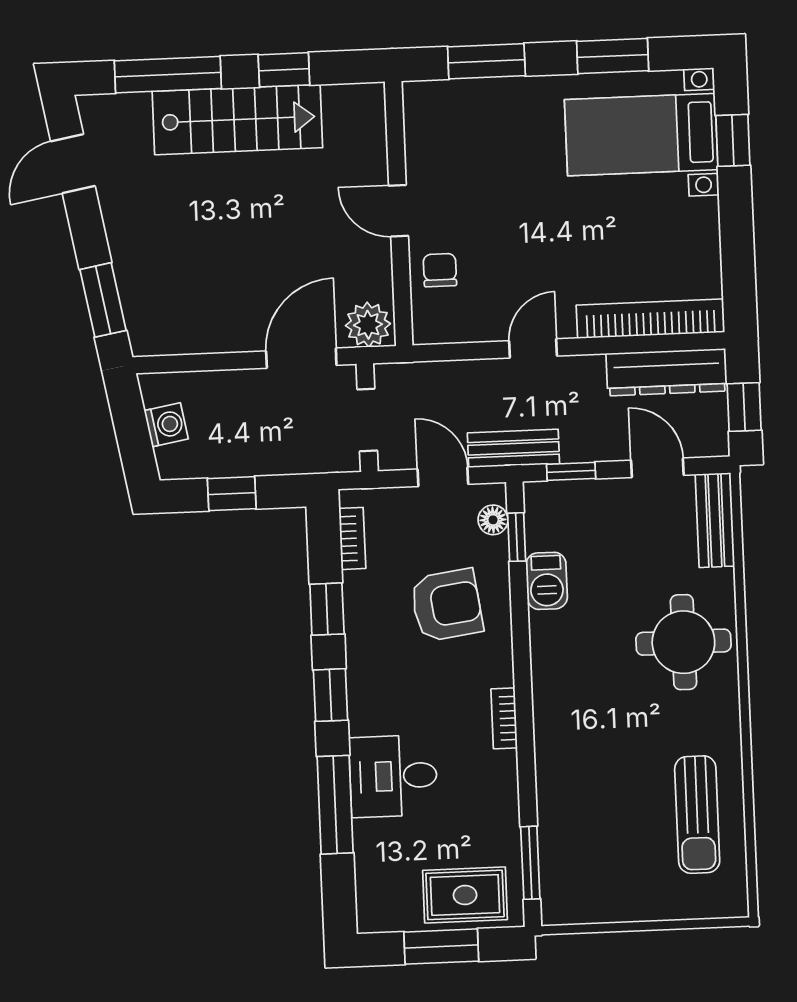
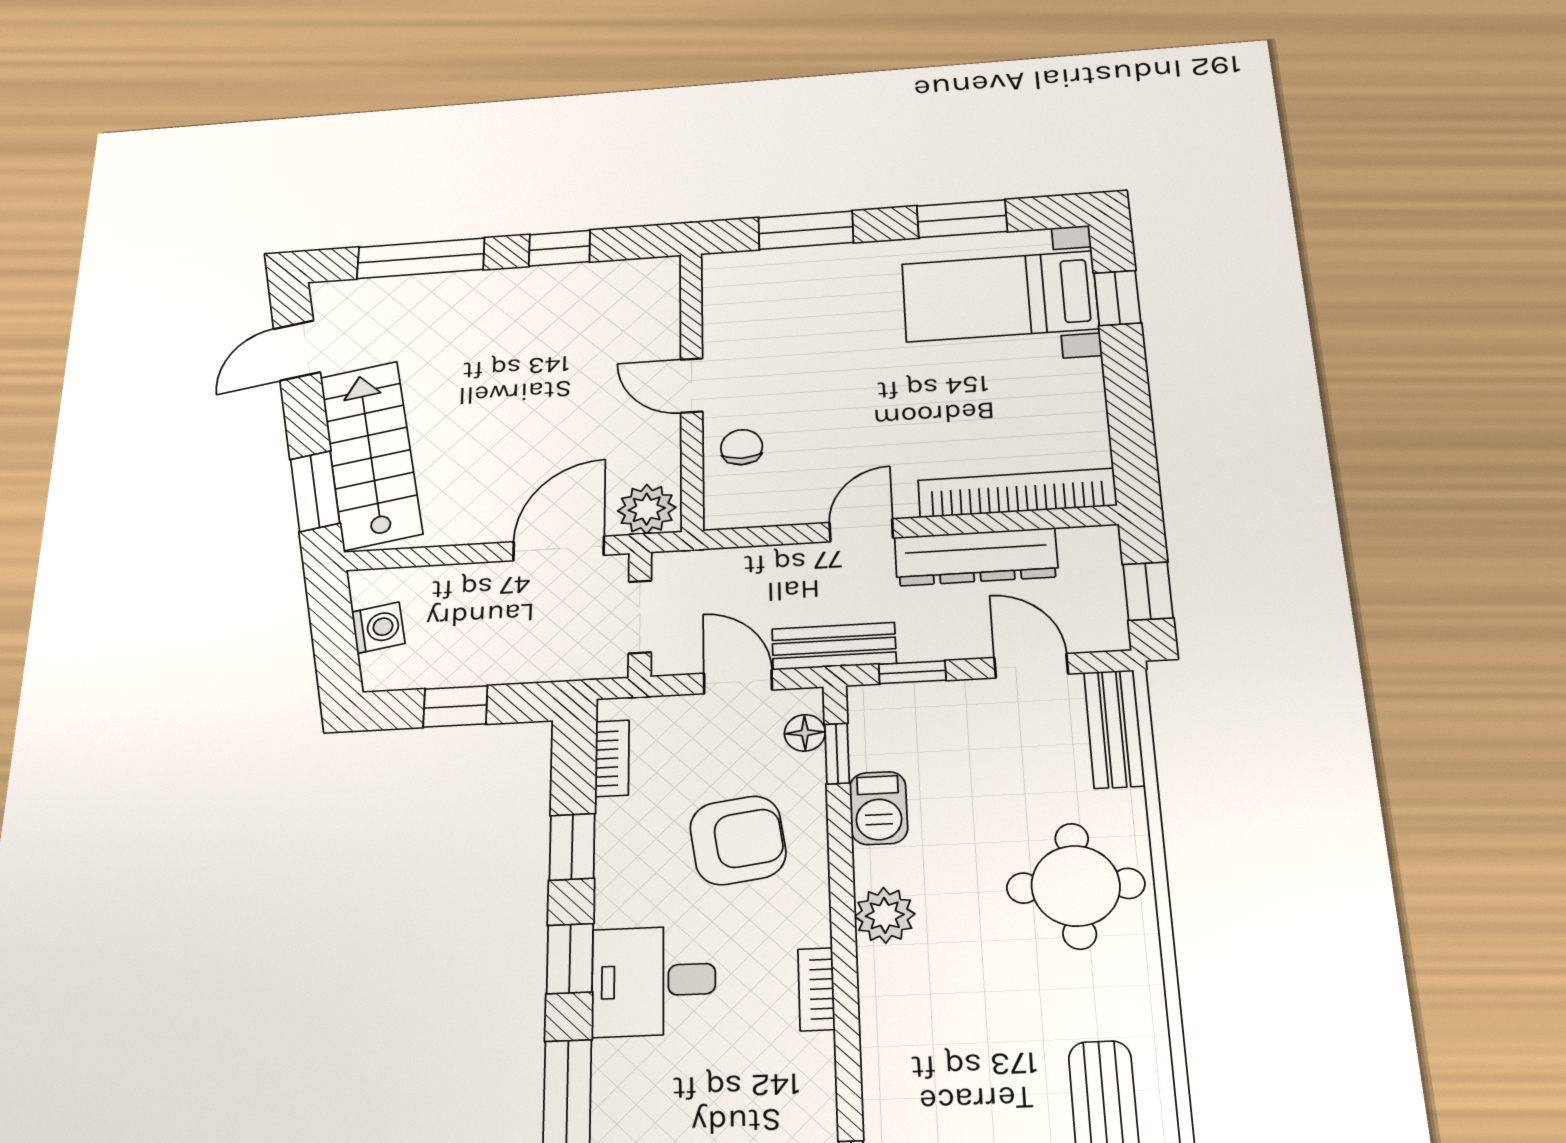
stairs: (237, 120) -> (371, 455), moved, turned -100
dresser: (667, 372) -> (976, 557), moved
plant: (551, 664) -> (885, 915), added
desk: (393, 776) -> (654, 981), moved

